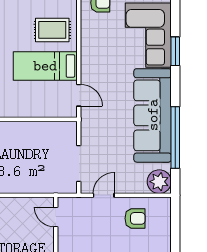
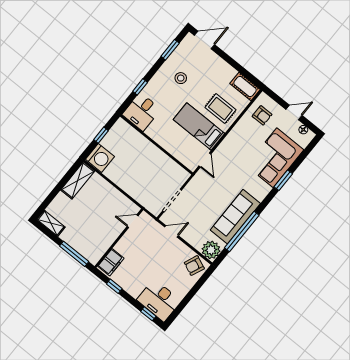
sofa: (153, 115) -> (235, 217), width x0.74, depth x0.79
door: (56, 217) -> (133, 221), hinge flipped
armchair: (135, 218) -> (194, 266), moved, turned 113

